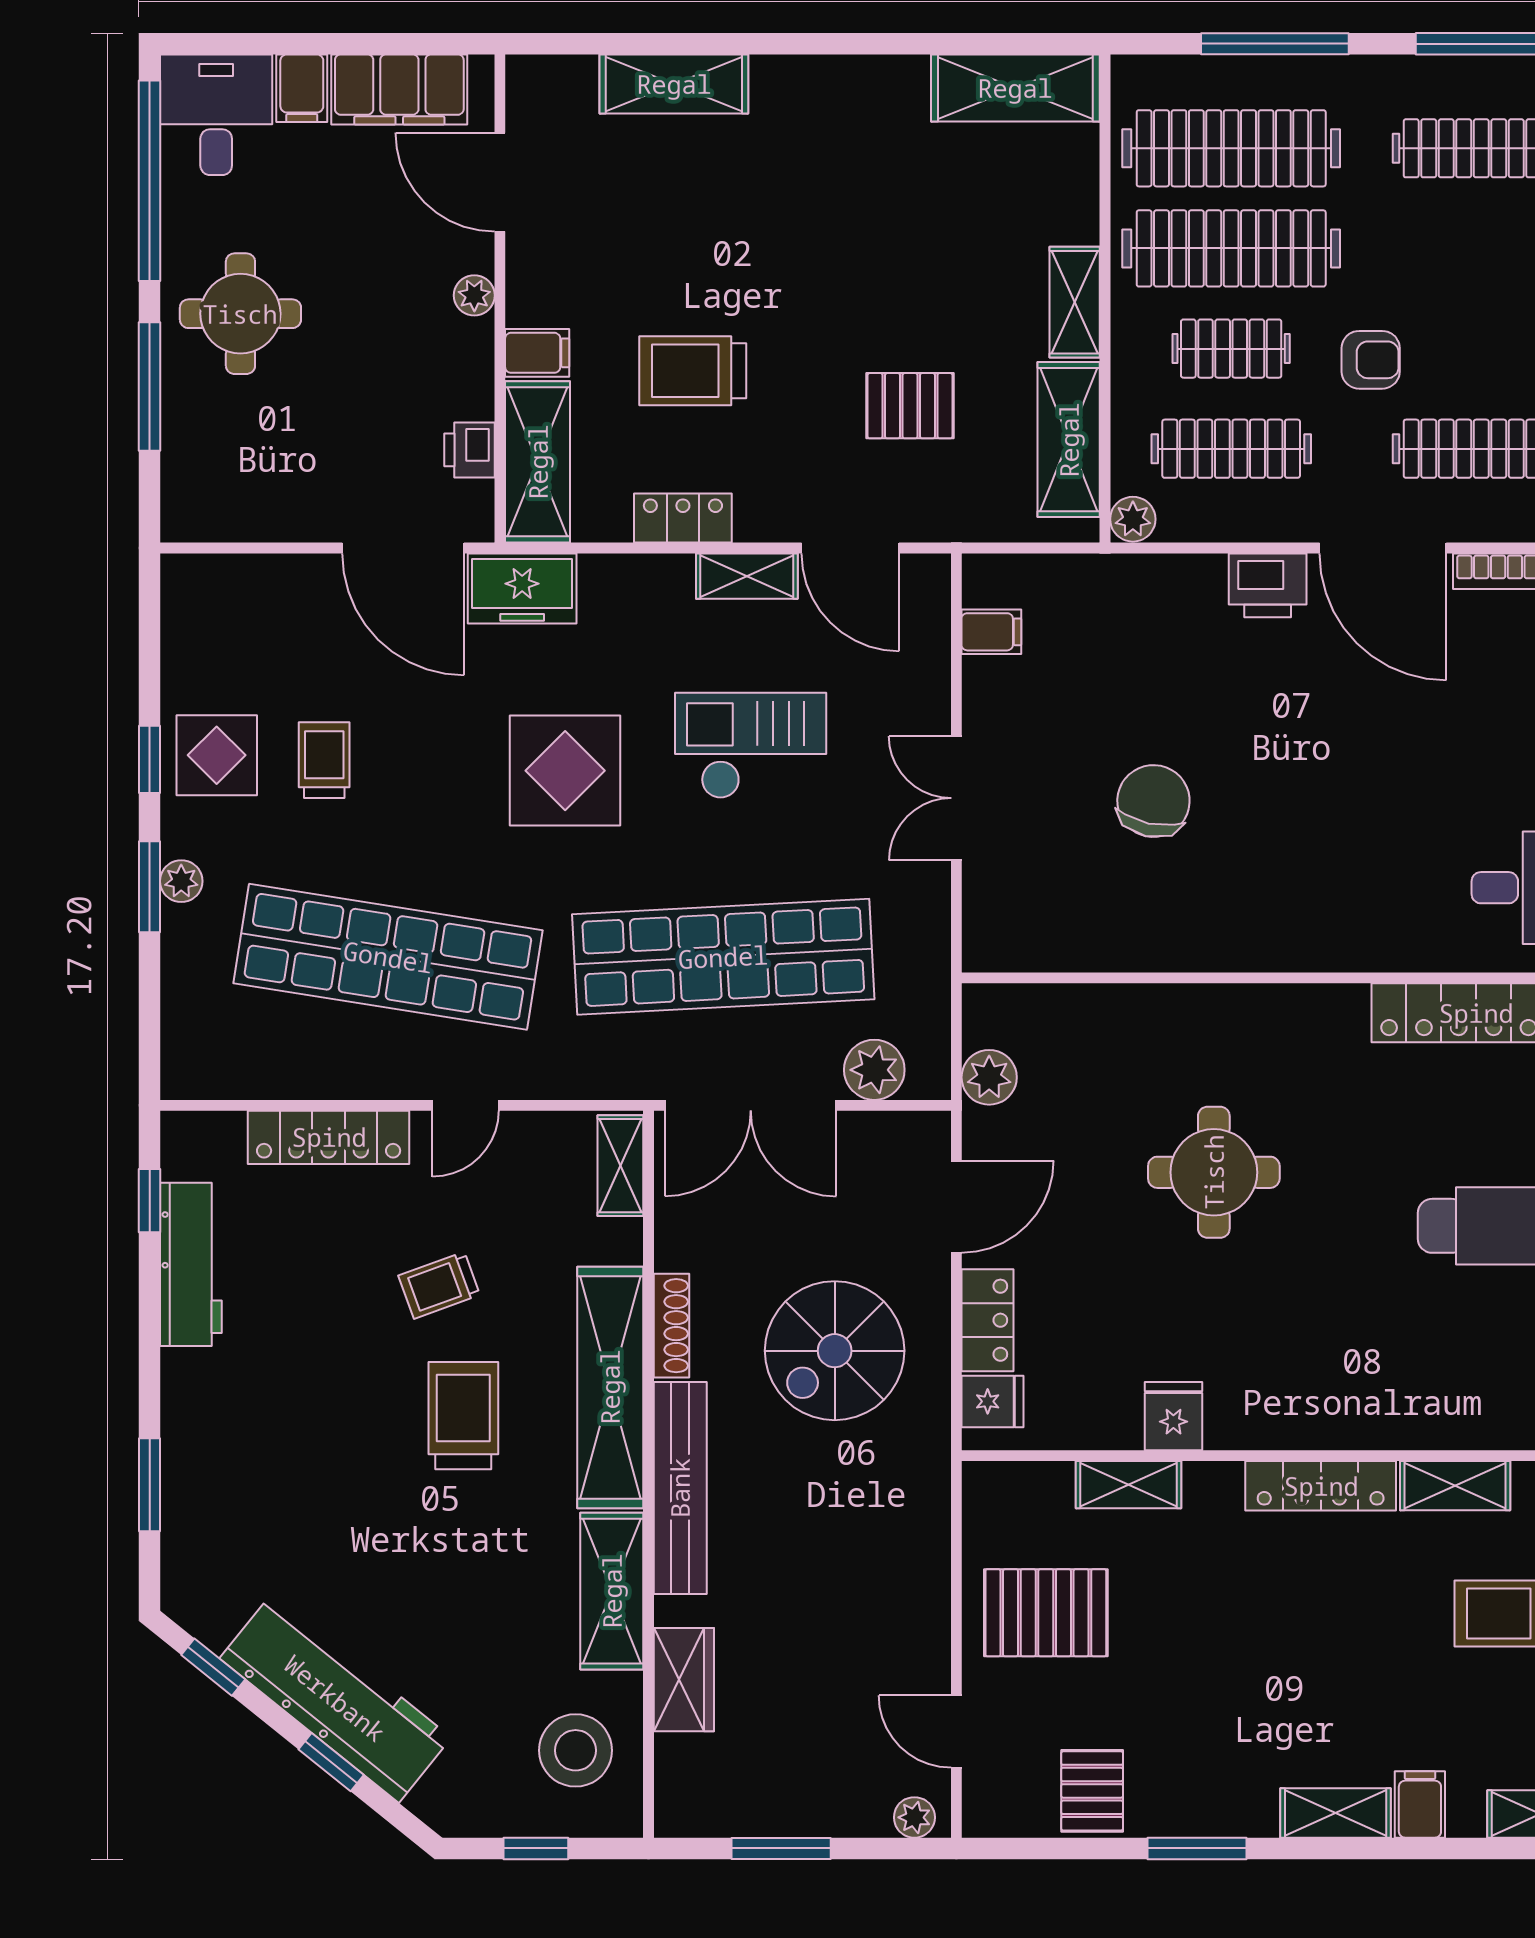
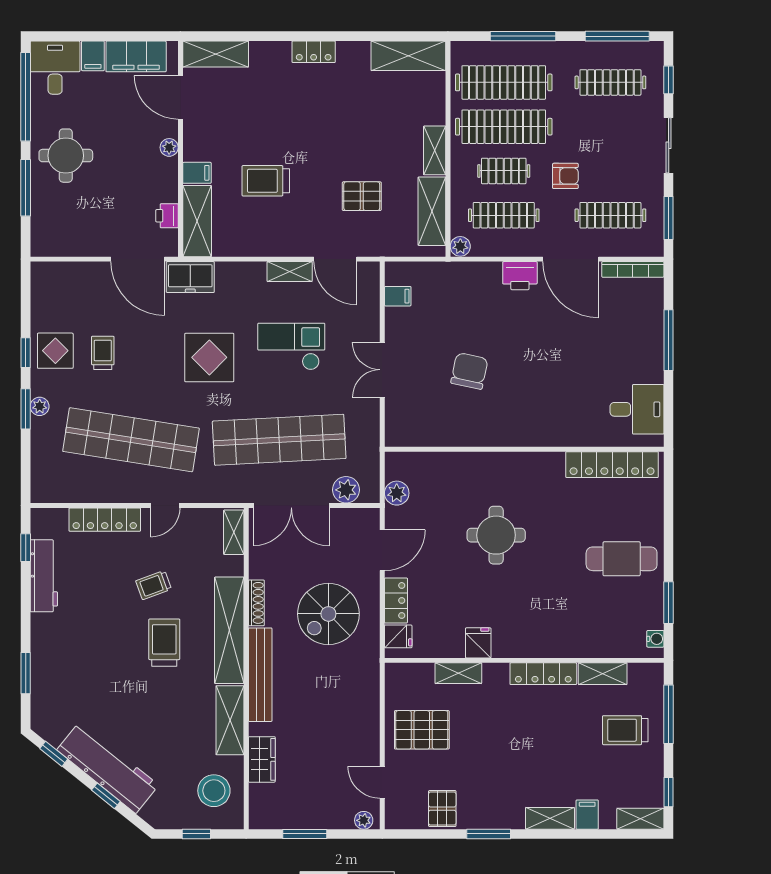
shelving: (674, 84) -> (216, 54), moved
locker: (683, 518) -> (314, 52), moved, turned 180

